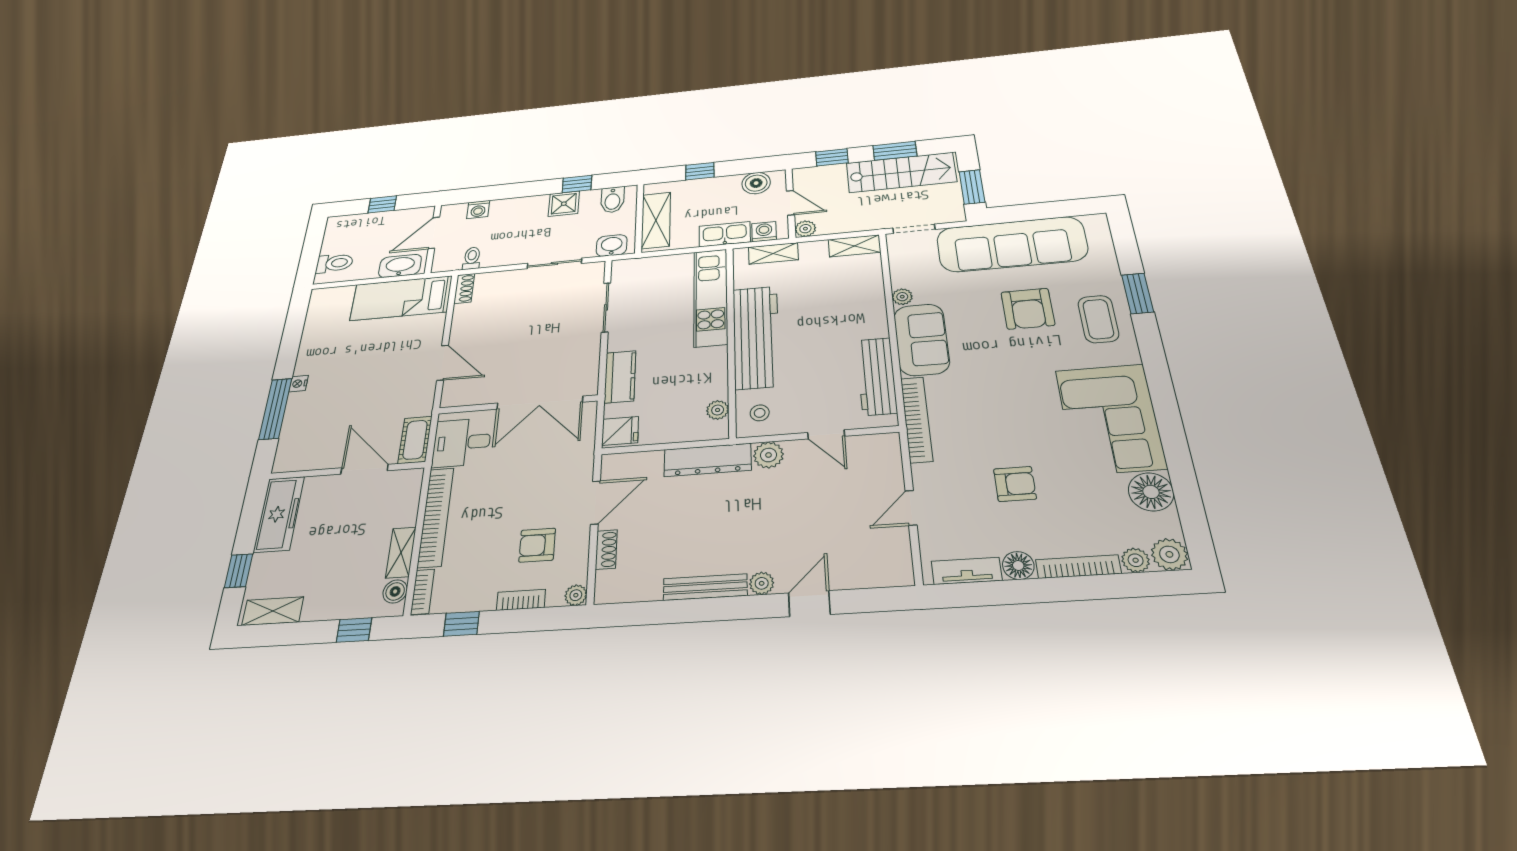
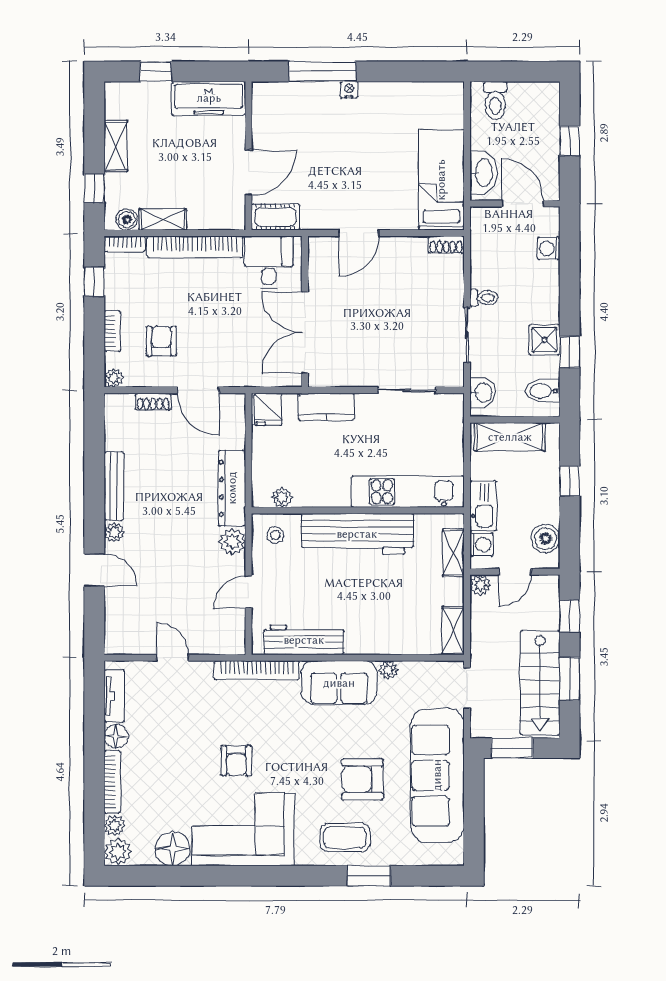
toilet: (472, 258) -> (484, 298), moved
armchair: (1015, 484) -> (236, 761), moved
shelving: (273, 611) -> (116, 146), moved

